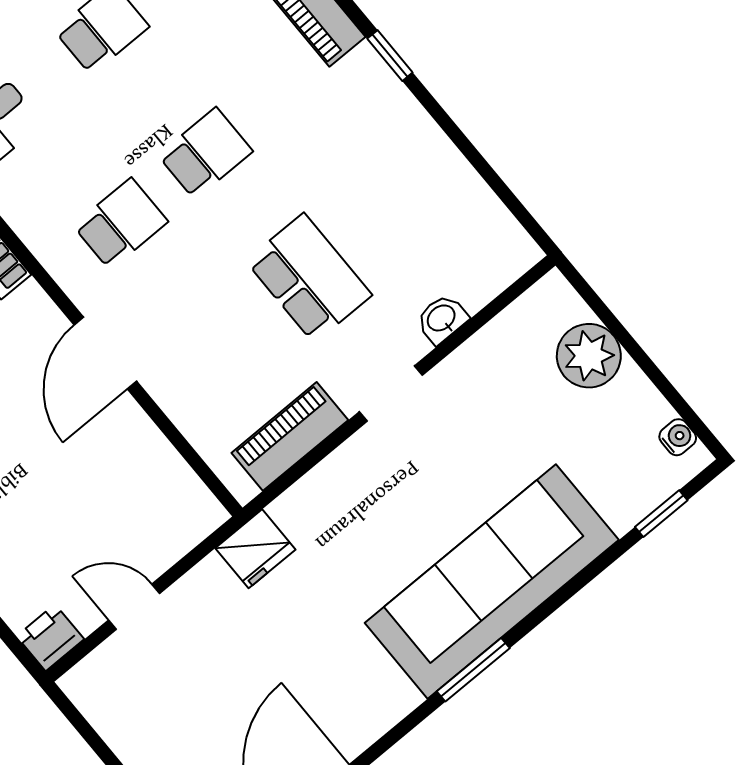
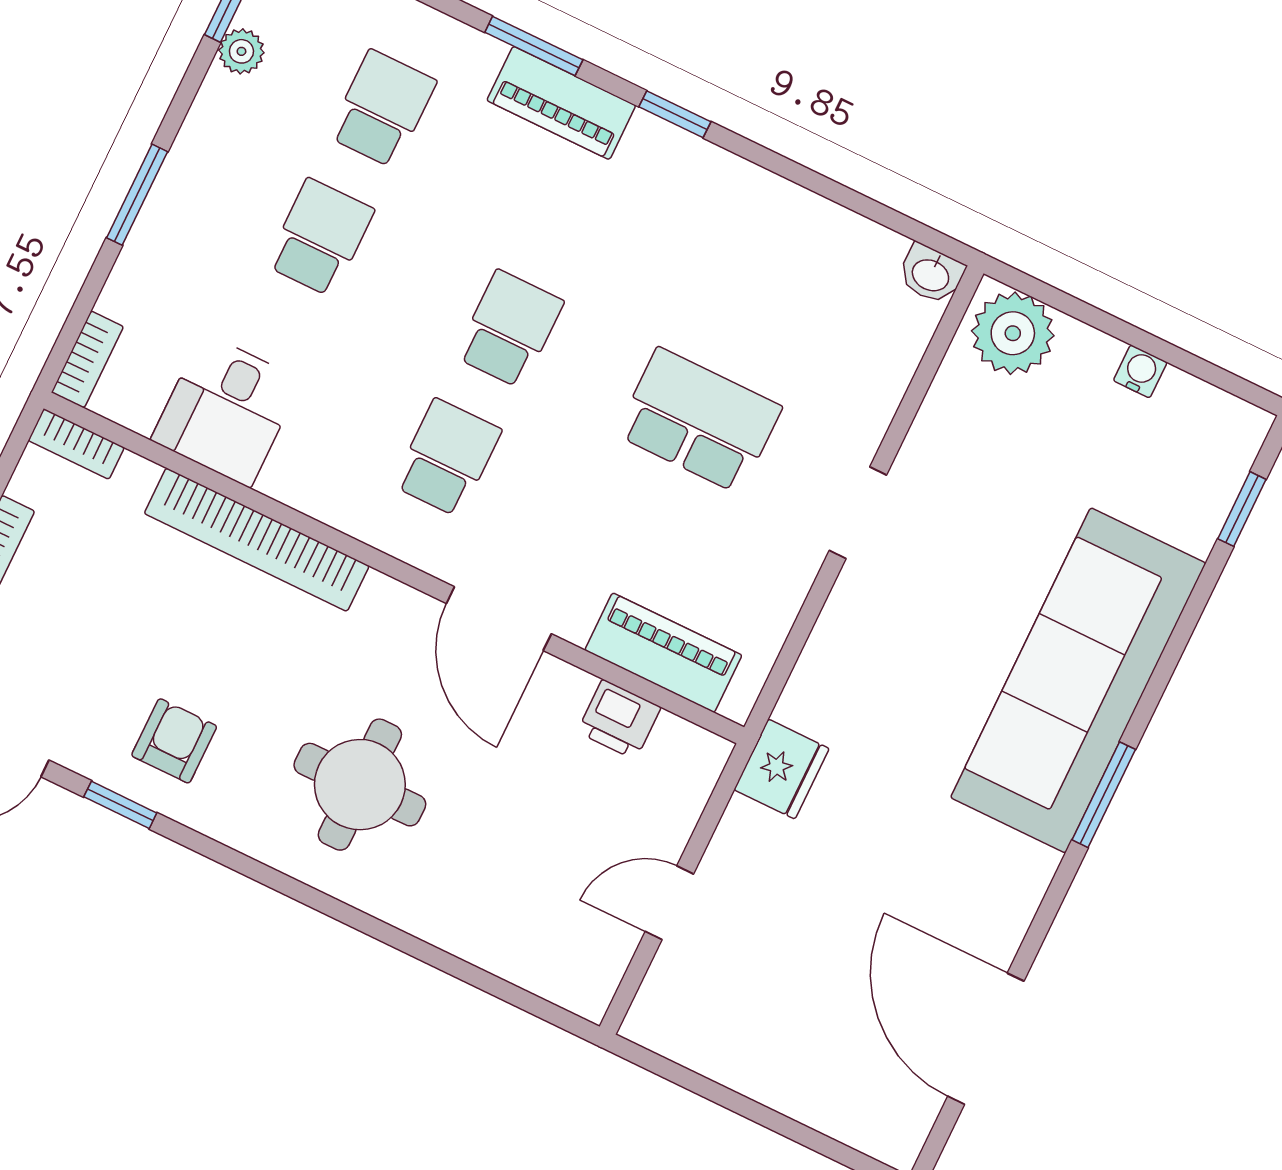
washbasin: (442, 319) -> (931, 274), moved, turned -90
plant: (589, 356) -> (1013, 333), moved
piano: (290, 436) -> (663, 653), moved, turned 90
water cooler: (678, 437) -> (1140, 371), moved
printer: (50, 638) -> (619, 719), moved, turned -90

